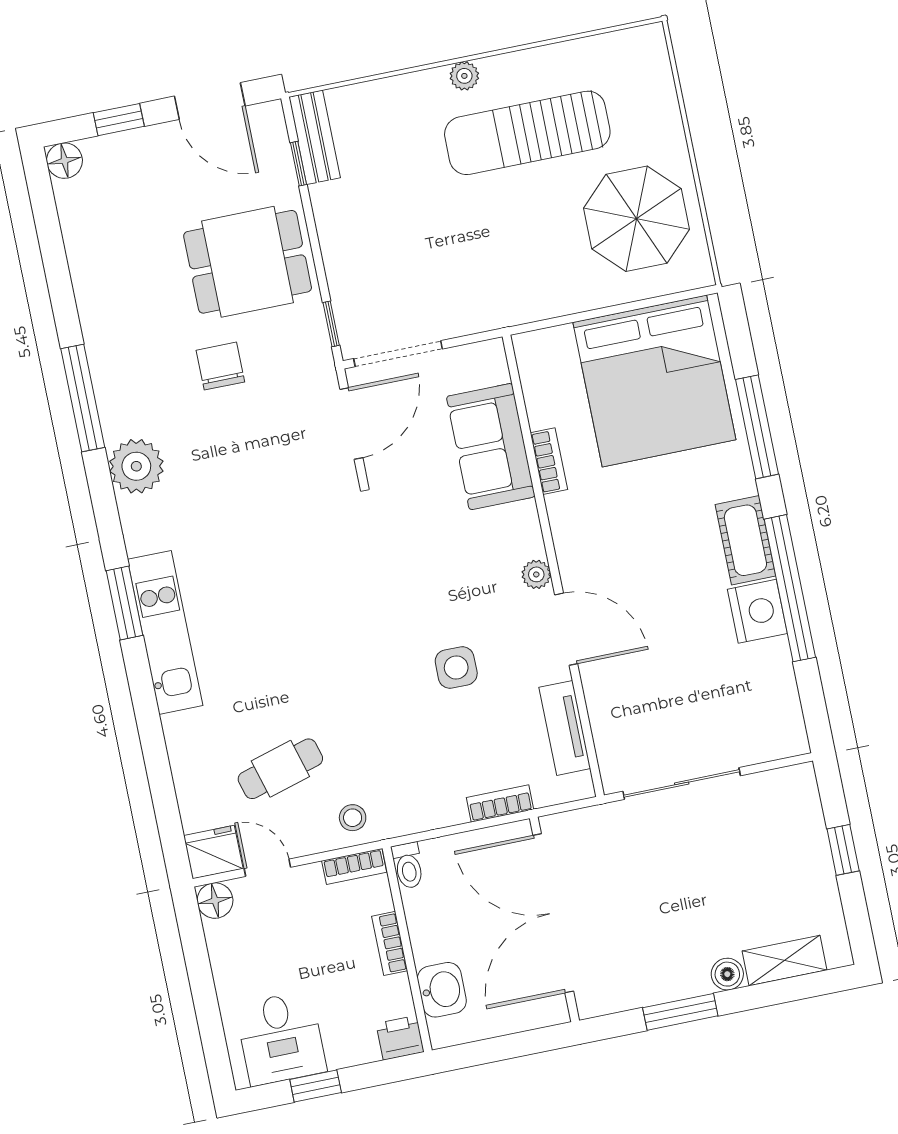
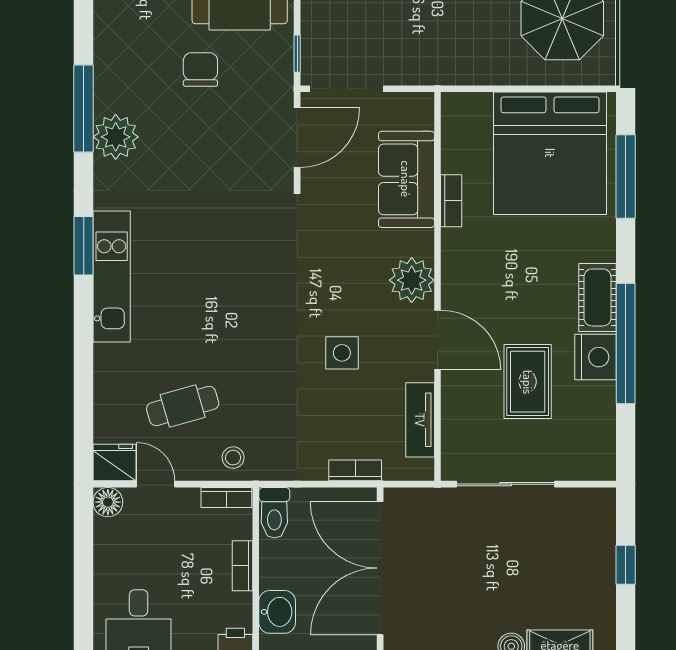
window: (83, 398) -> (84, 108), moved
window: (757, 427) -> (626, 176), moved
plant: (536, 574) -> (412, 280), width x1.88, depth x1.88
rug: (683, 657) -> (528, 382), added
toilet: (408, 866) -> (274, 513), width x1.37, depth x1.39

